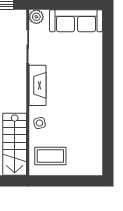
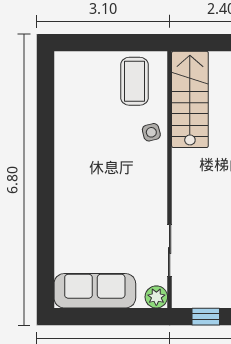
fireplace: (37, 85) -> (155, 191), removed
coffee table: (50, 156) -> (134, 81), turned 90

